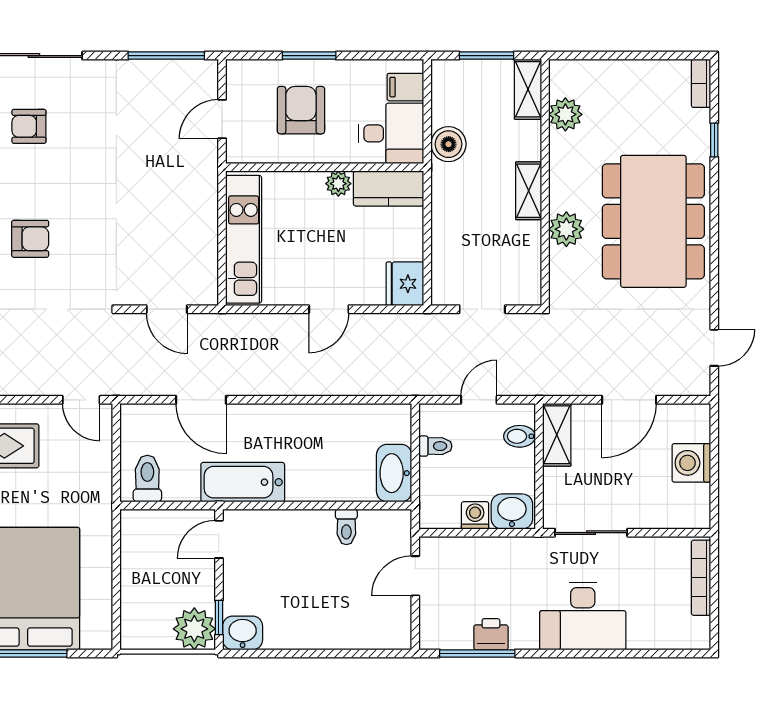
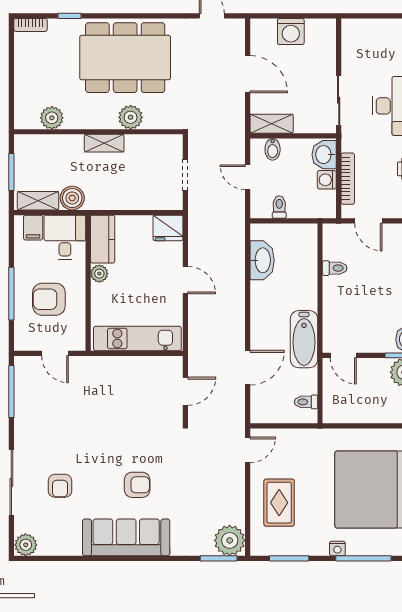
window: (309, 56) -> (11, 294), width x1.44
shelving: (528, 89) -> (38, 201), moved
armchair: (30, 239) -> (137, 485), turned 90
washbasin: (394, 473) -> (262, 260), moved, turned -90
toilet: (147, 479) -> (306, 402), width x0.73, depth x0.72
bookcase: (701, 578) -> (348, 179), moved, turned -90

